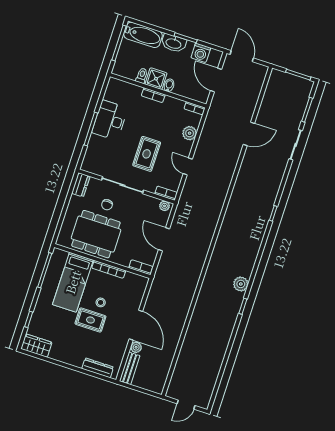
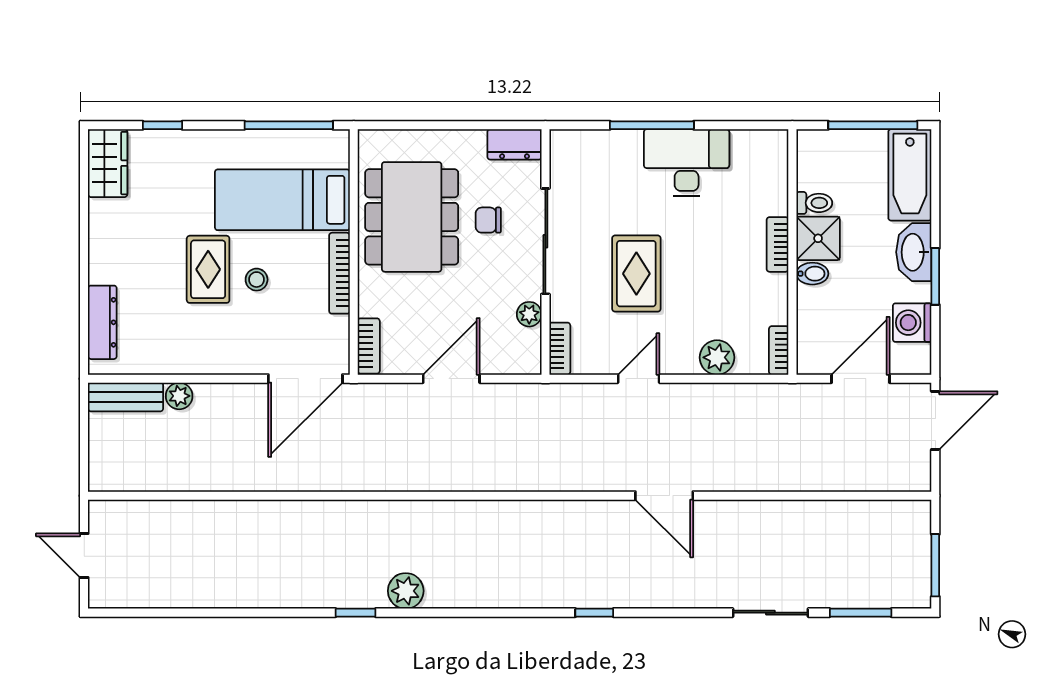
door: (249, 134) -> (664, 496), moved
rug: (147, 154) -> (636, 274), turned 90
plant: (165, 206) -> (529, 314), moved
door: (136, 325) -> (305, 379), moved

